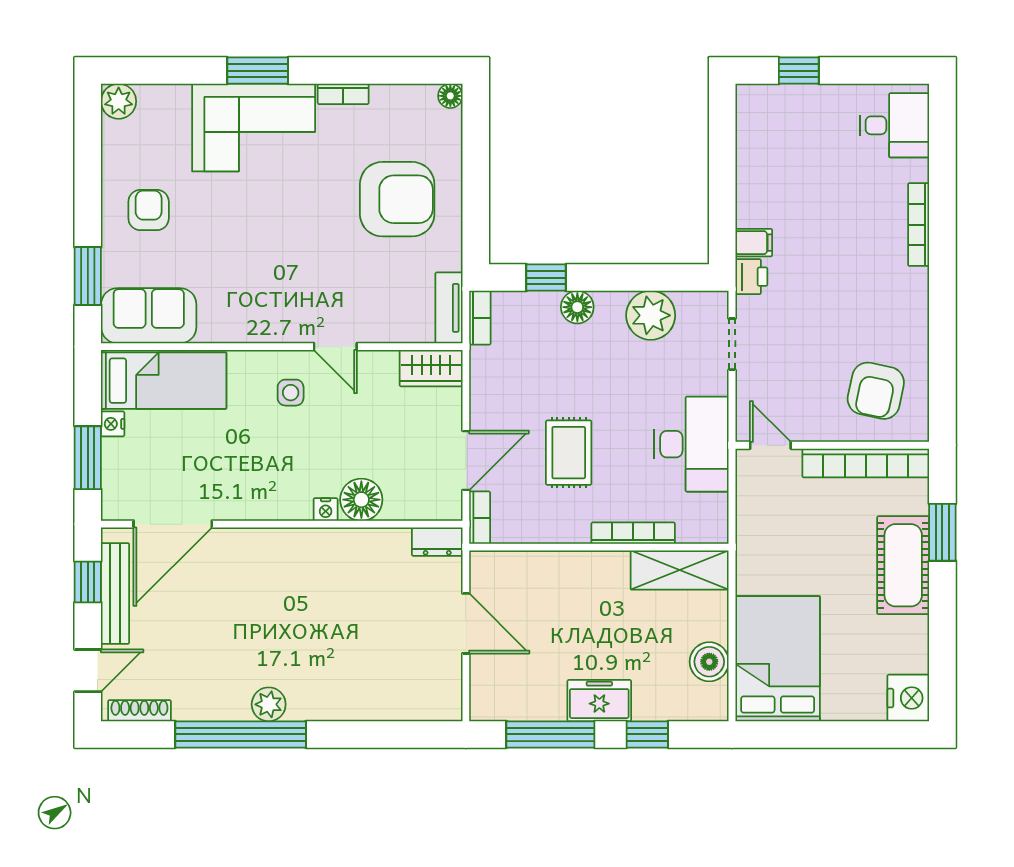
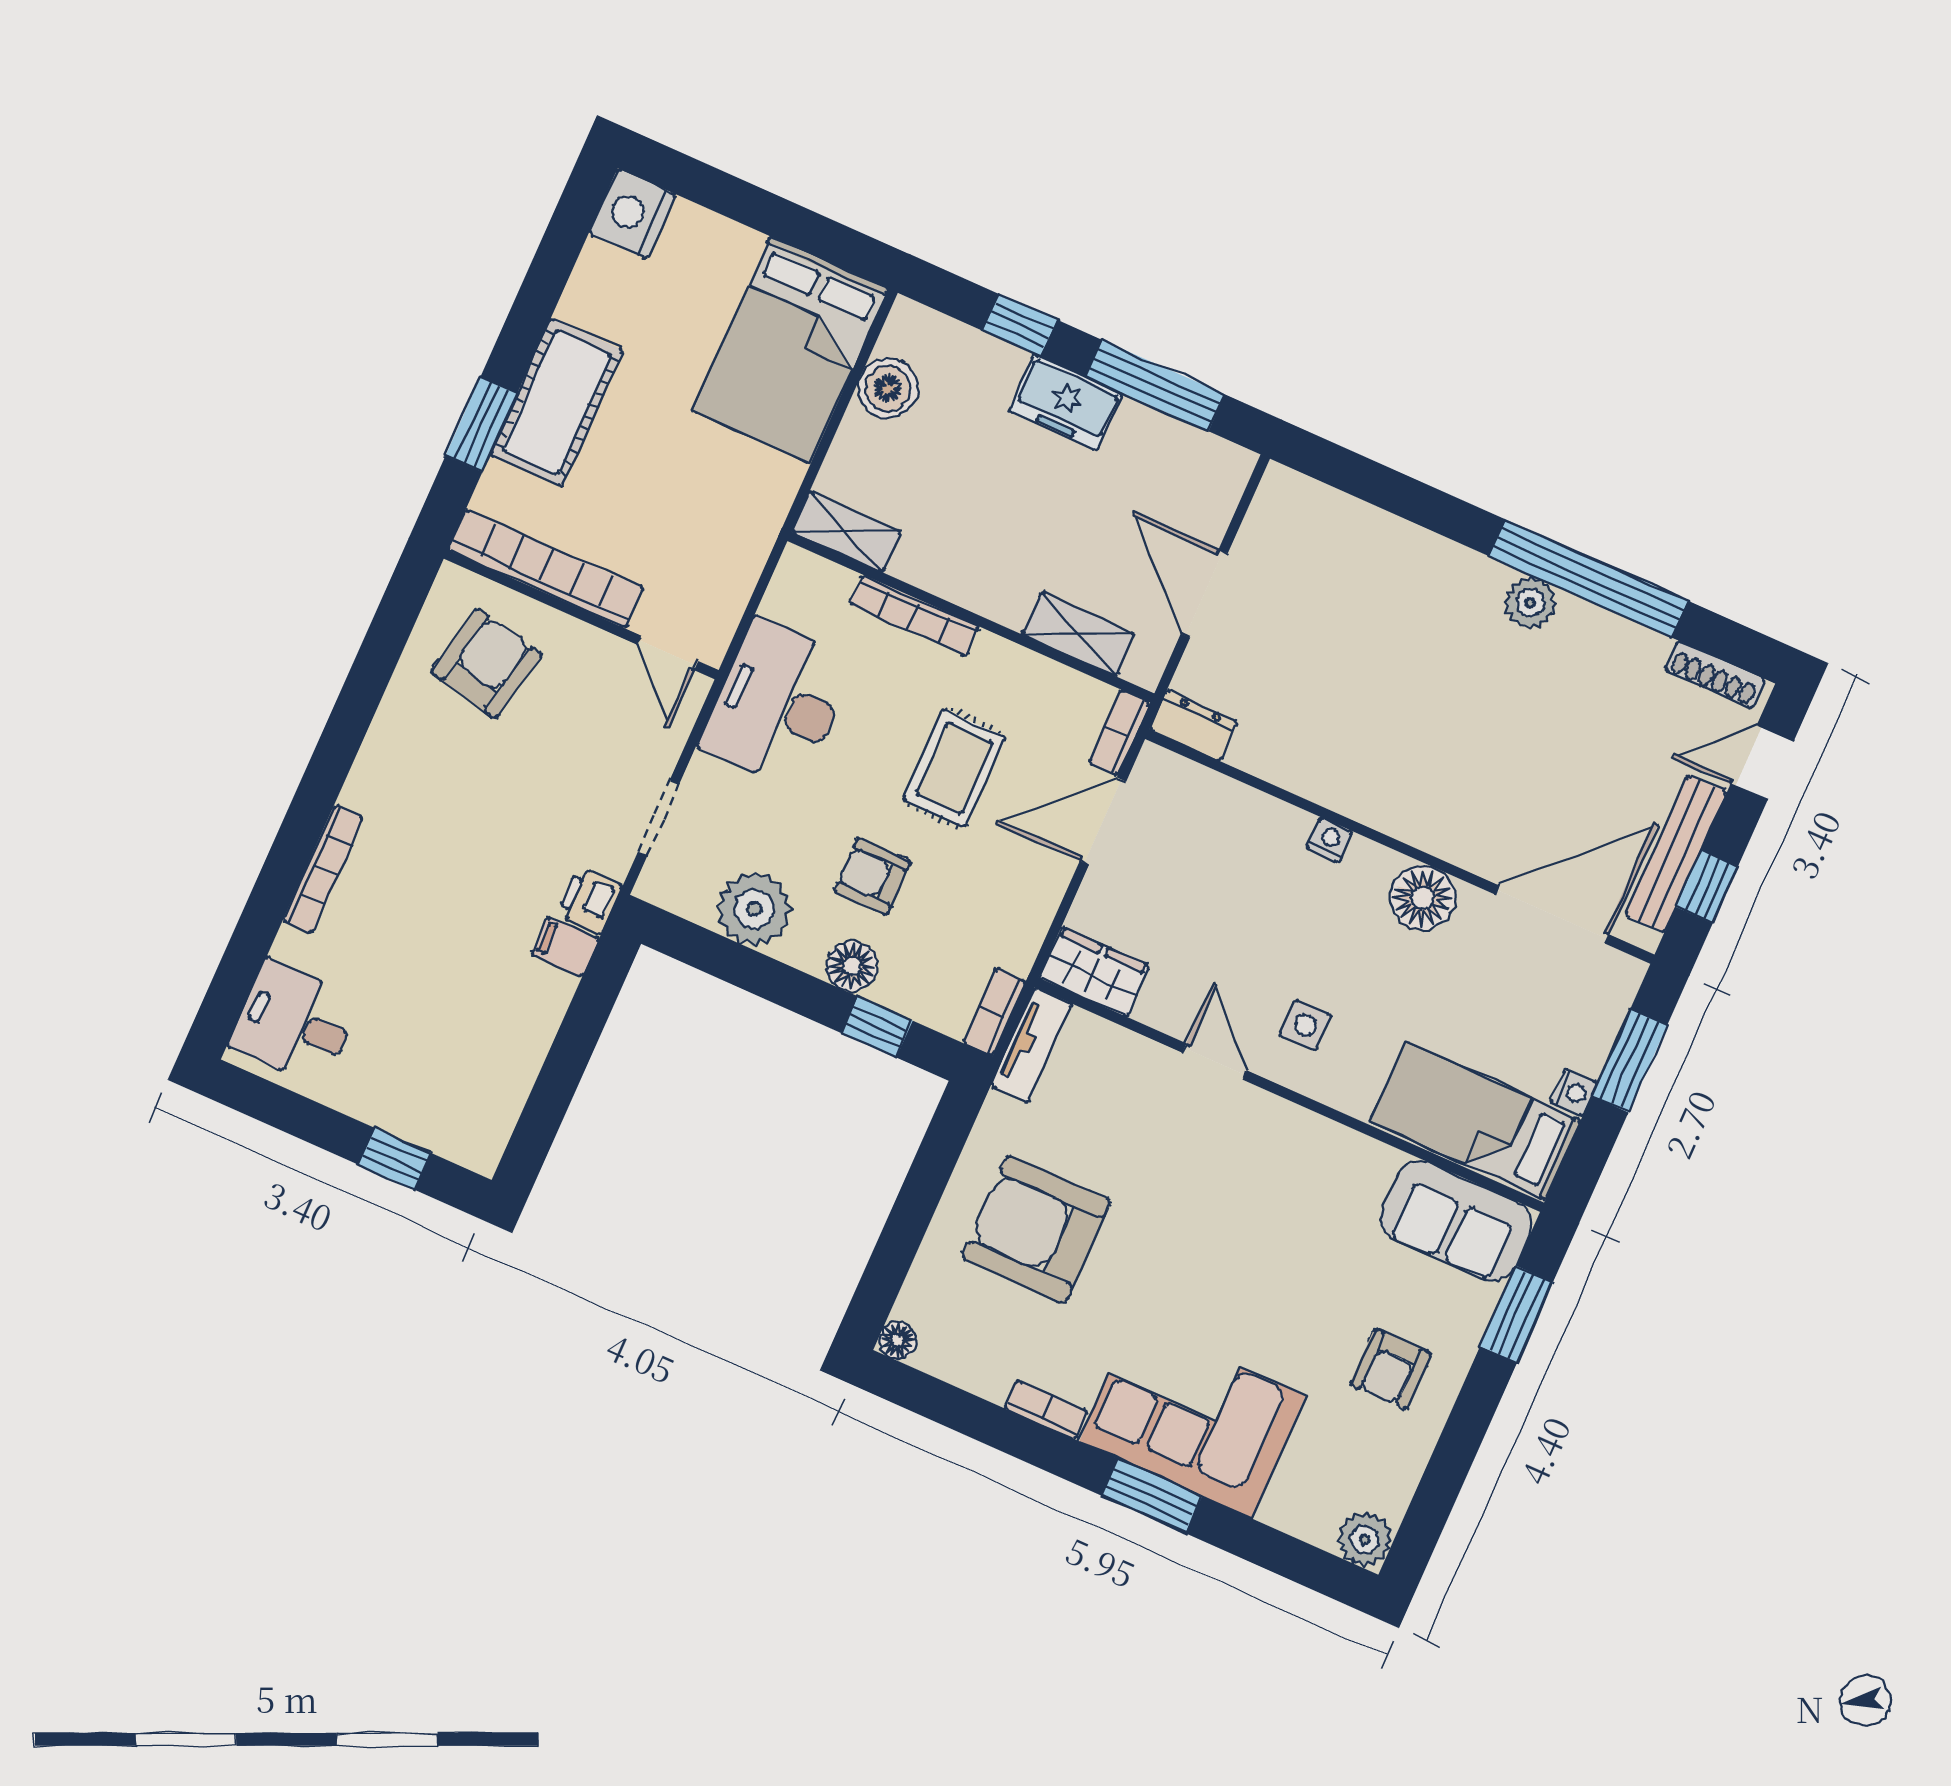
armchair: (589, 366) -> (872, 876), added
floor lamp: (361, 500) -> (1422, 898), moved
shelving: (530, 566) -> (1079, 634), added
shelving: (680, 570) -> (846, 532), width x0.67, depth x0.75

